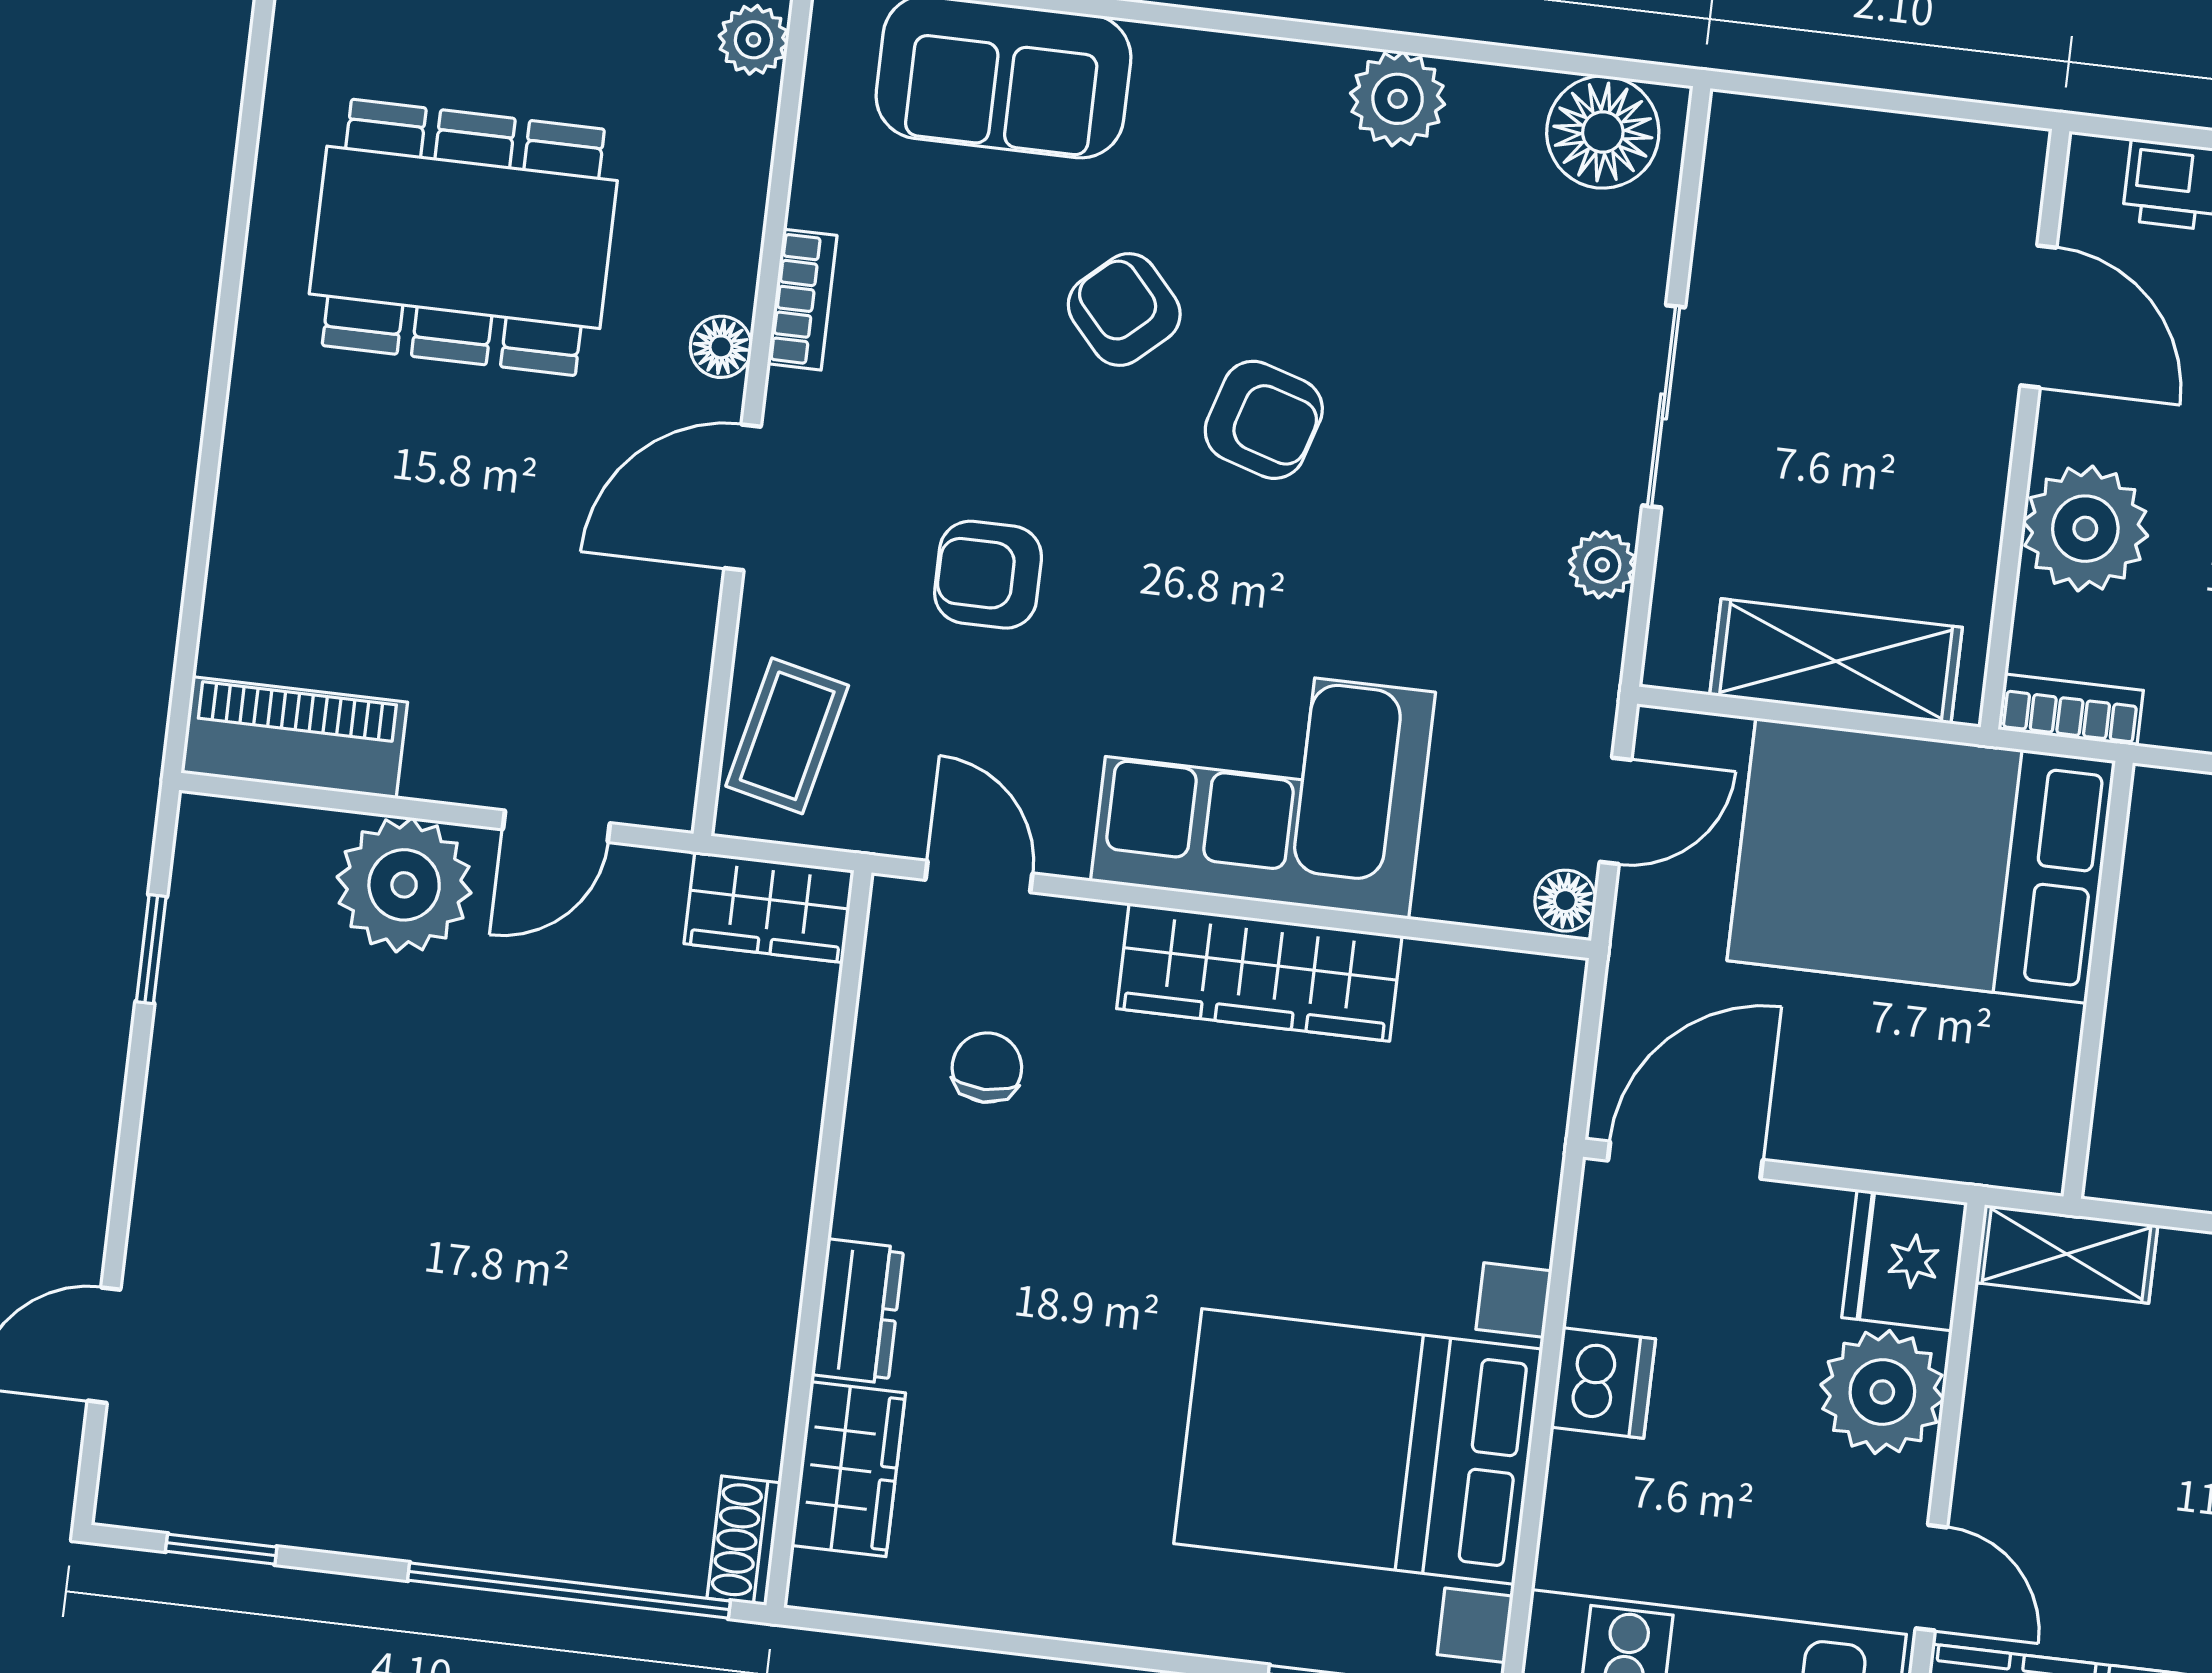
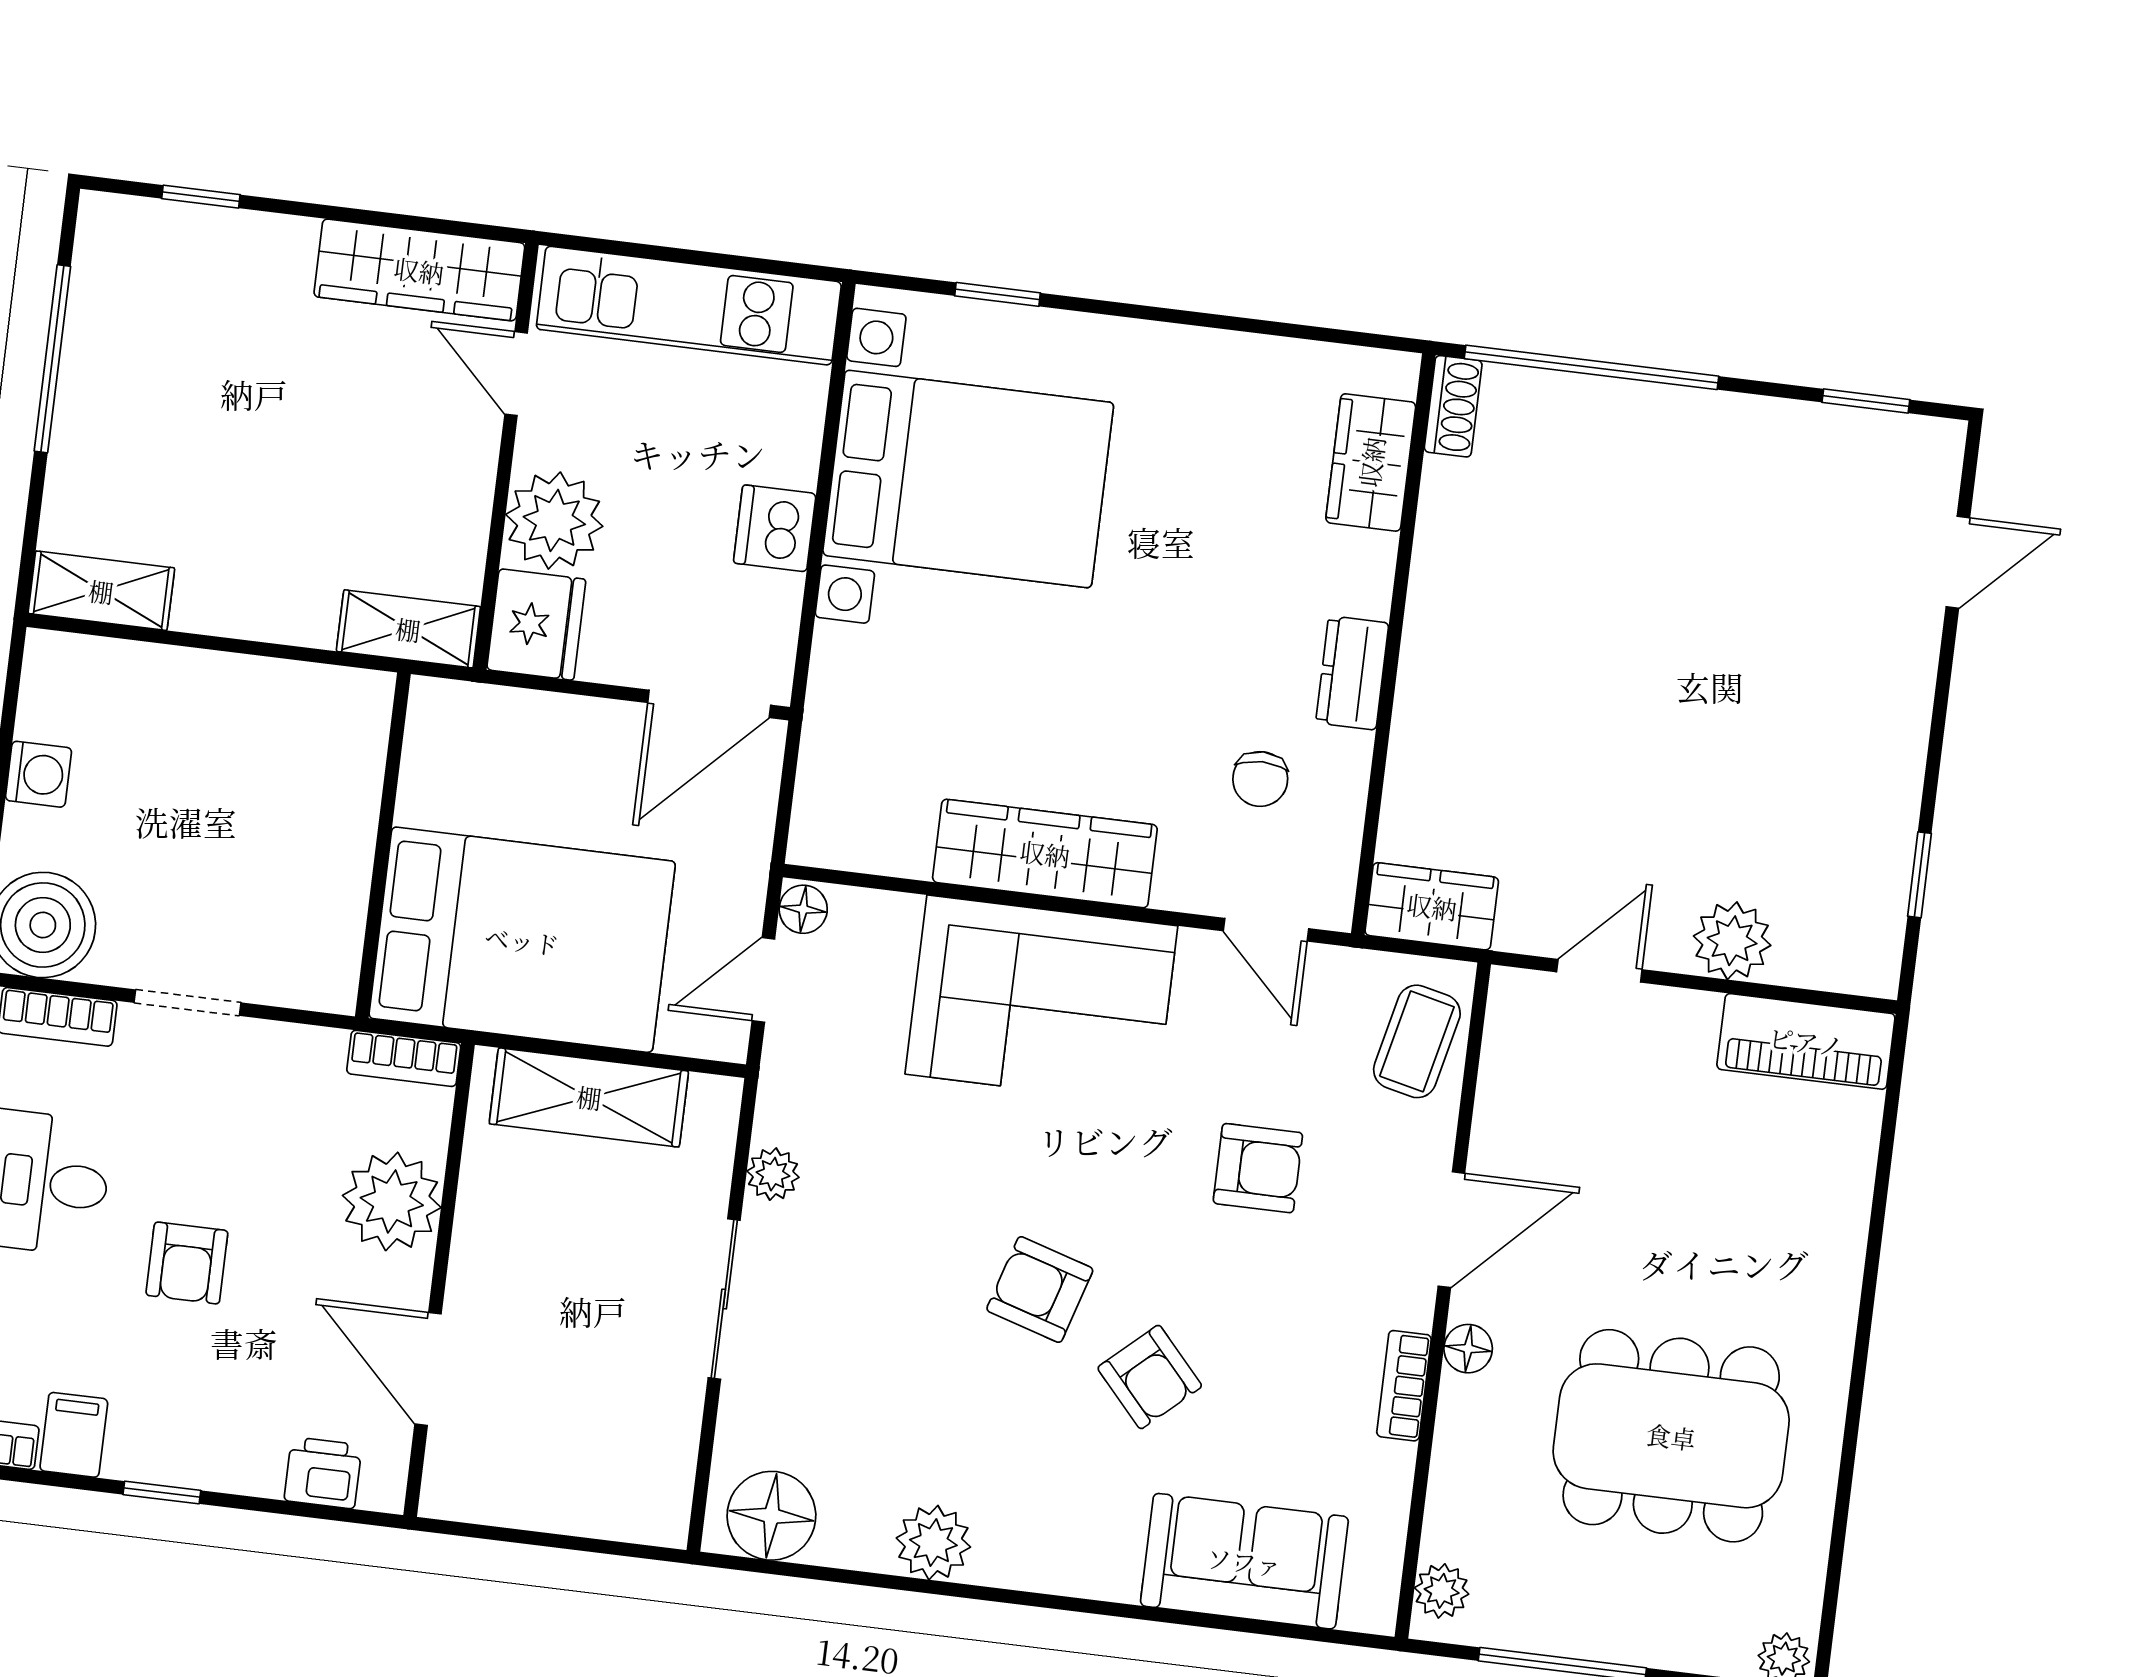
plant: (404, 885) -> (1732, 941), width x0.73, depth x0.73
dresser: (858, 1311) -> (1352, 673), moved

